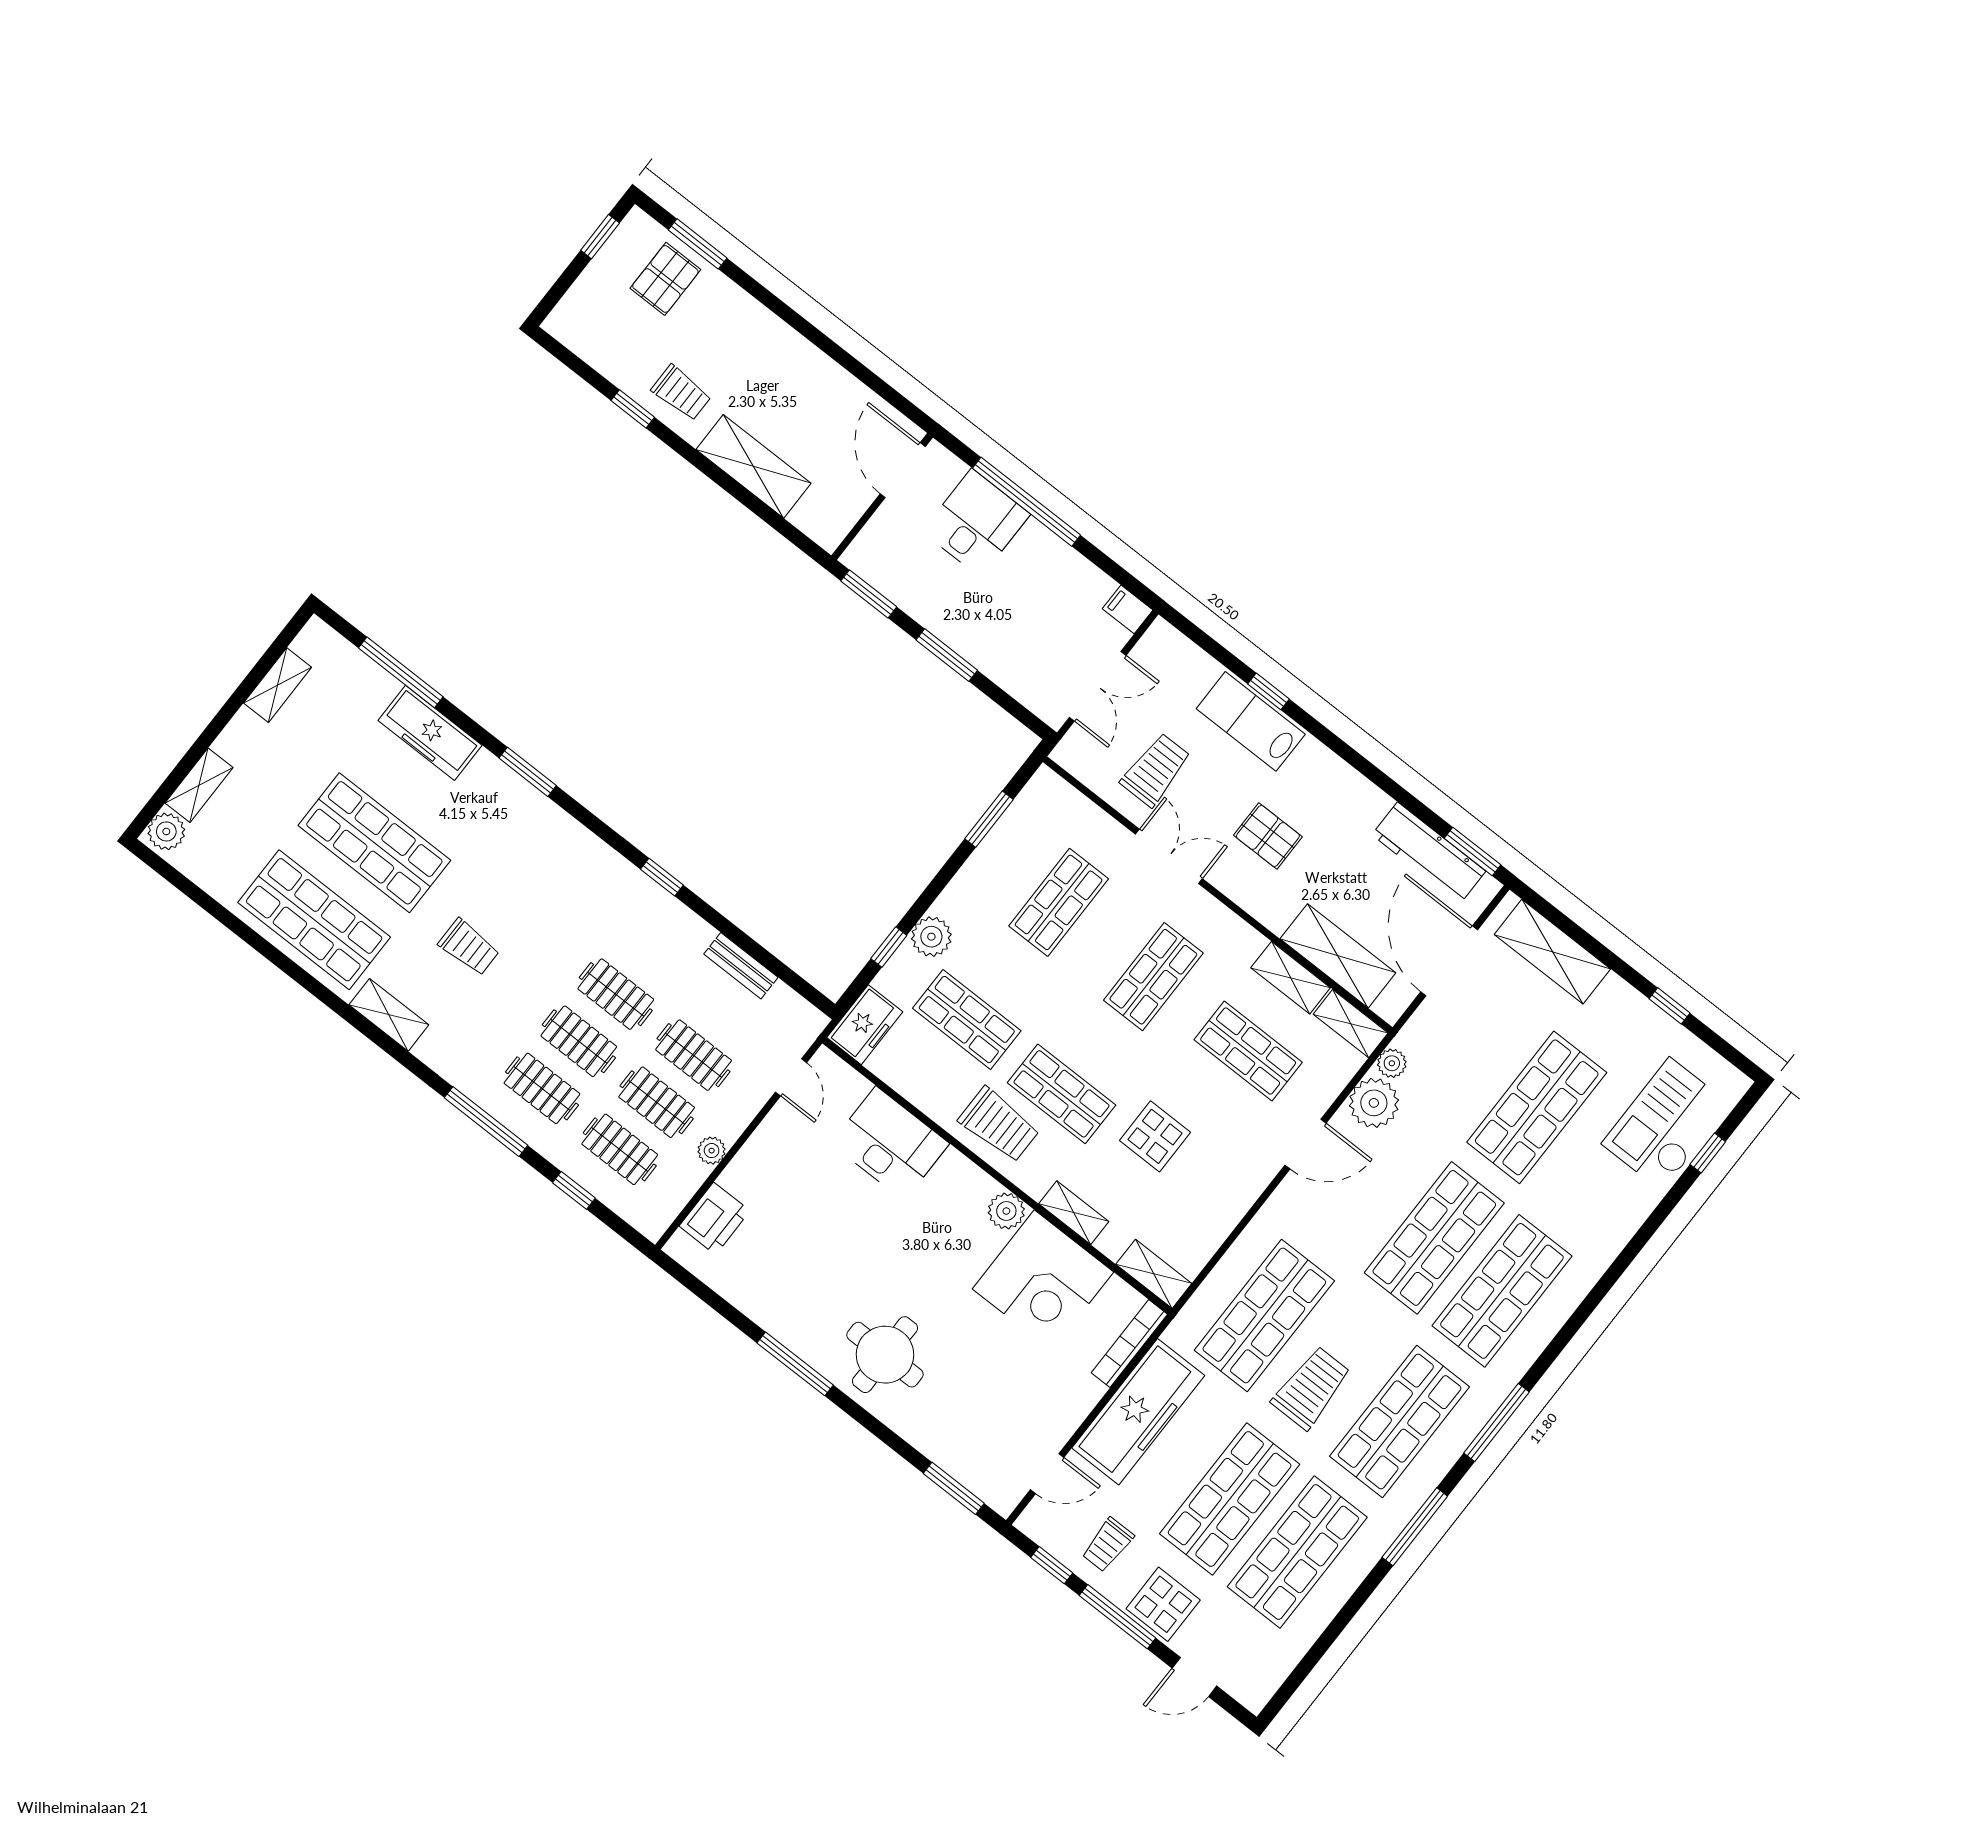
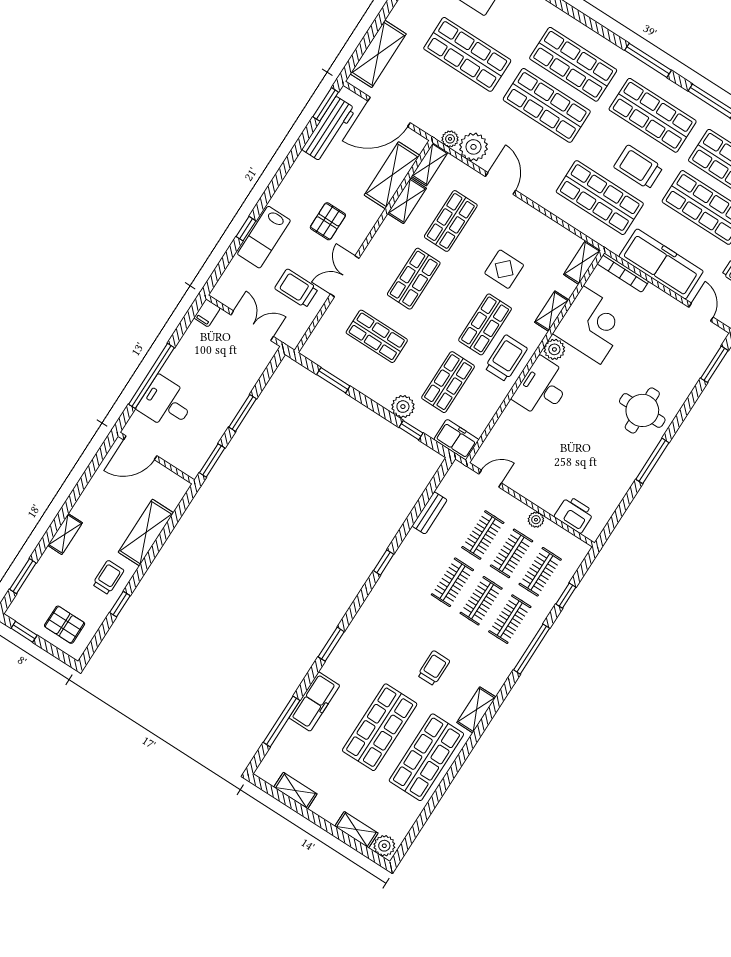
pallet: (665, 279) -> (65, 625), moved
shelving: (764, 324) -> (65, 534), added
shop shelf: (1153, 977) -> (414, 279), turned 90
desk: (890, 1143) -> (542, 388), moved

